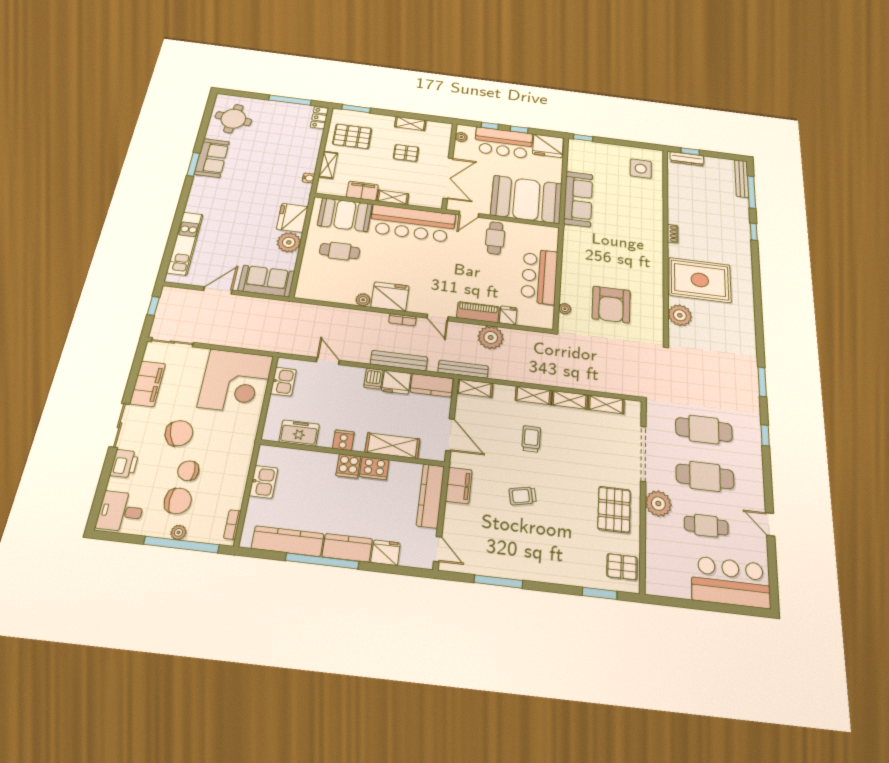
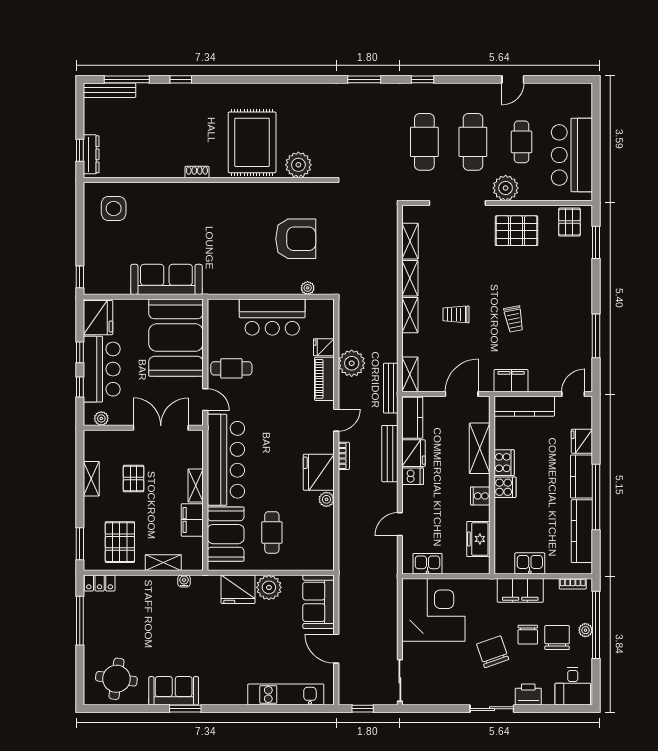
filing cabinet: (148, 384) -> (520, 590), moved, turned 180
bar counter: (731, 582) -> (572, 155), moved

